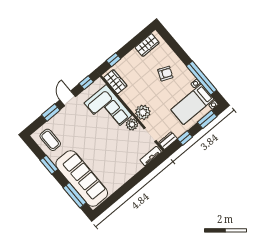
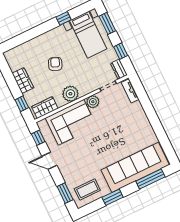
wardrobe: (147, 45) -> (23, 81), moved
armchair: (165, 74) -> (55, 64), moved
window: (202, 78) -> (64, 18), width x0.32
plant: (143, 112) -> (70, 94), moved
window: (51, 113) -> (65, 193), moved

